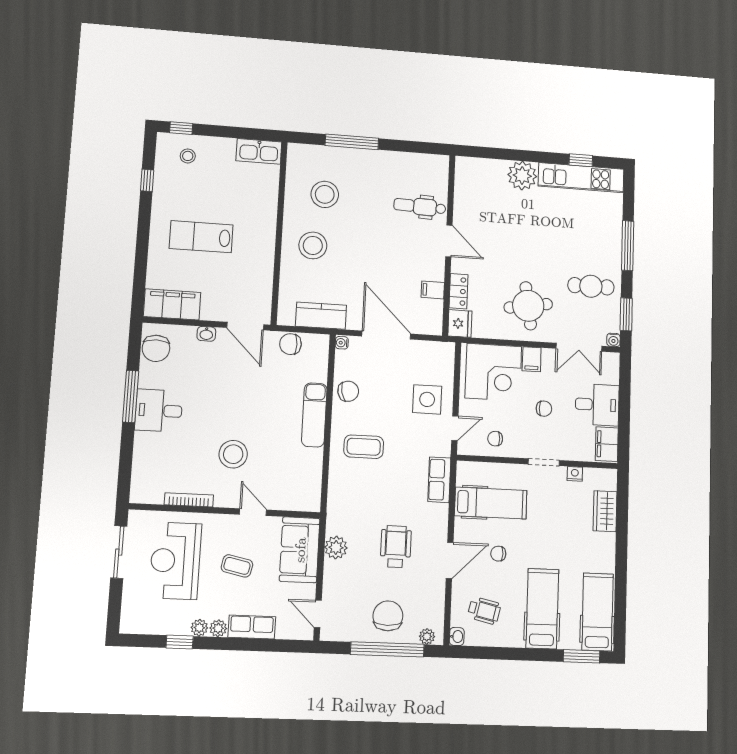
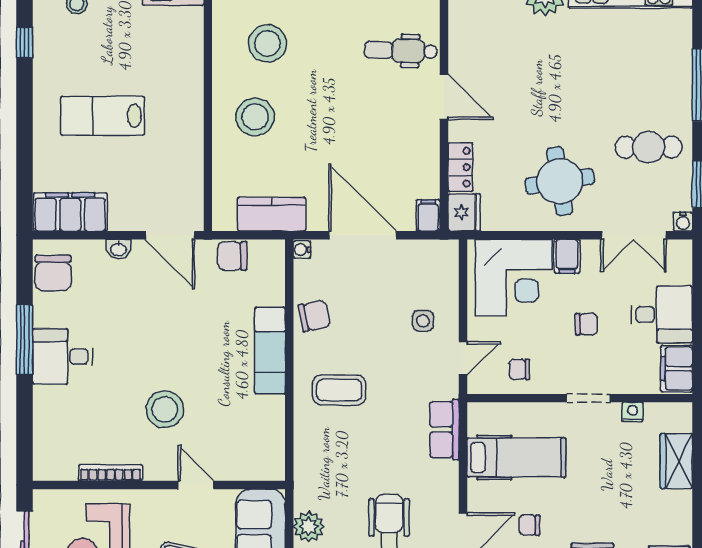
filing cabinet: (433, 290) -> (428, 215), moved, turned 90
side table: (427, 399) -> (423, 321), width x0.54, depth x0.54

